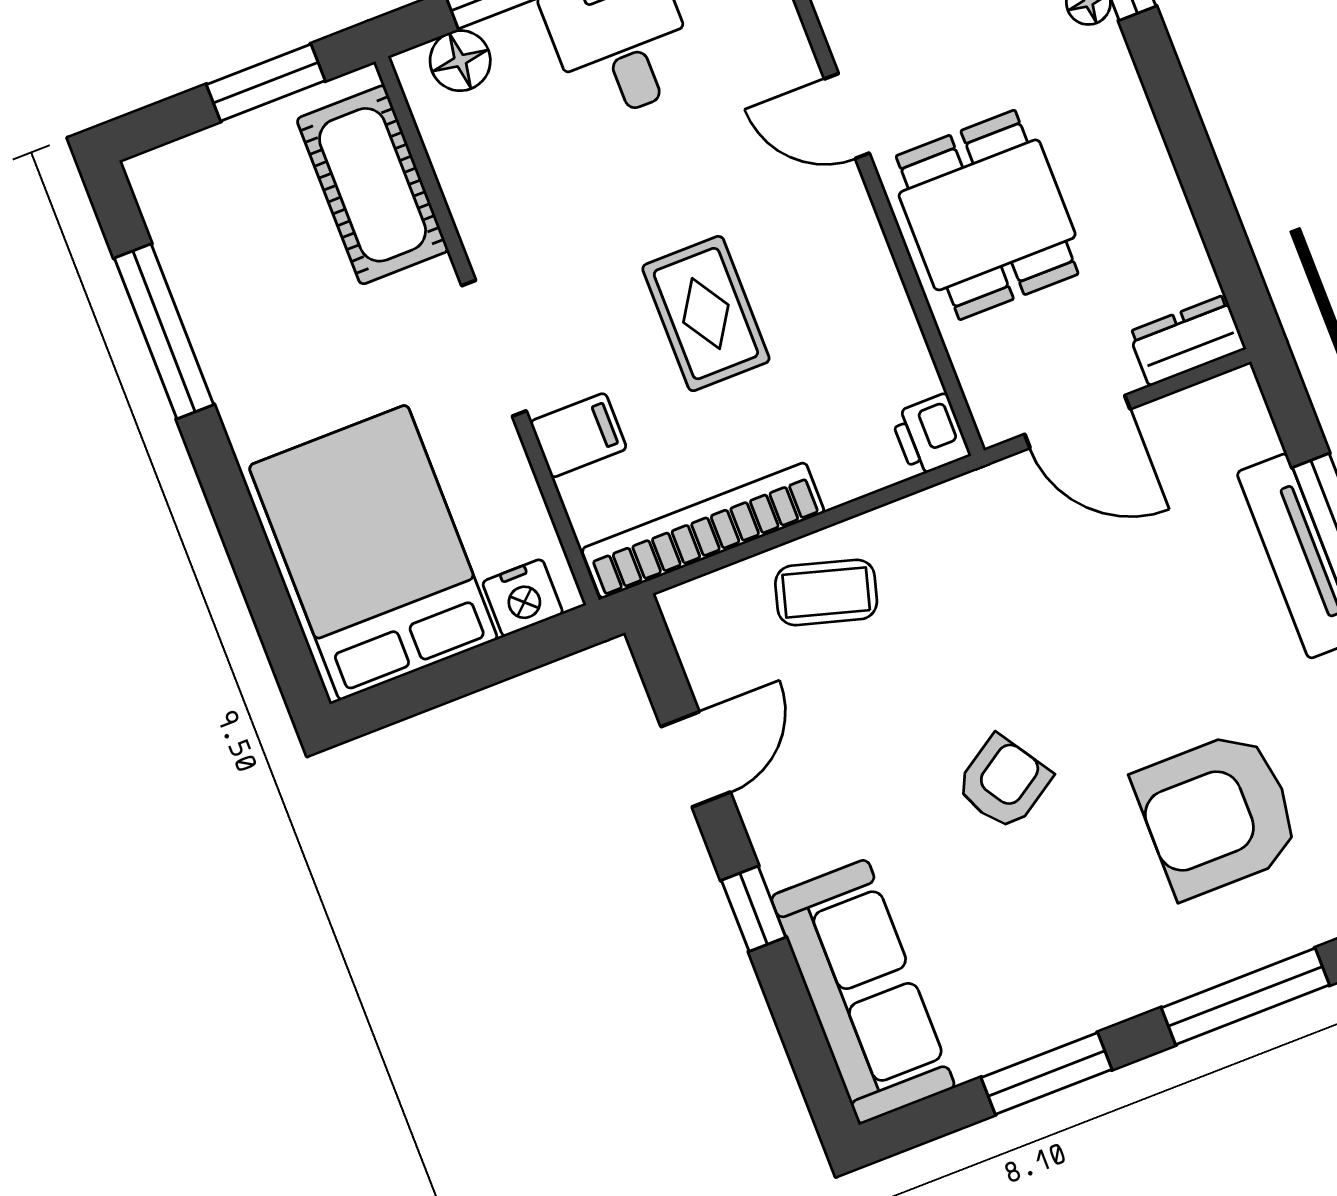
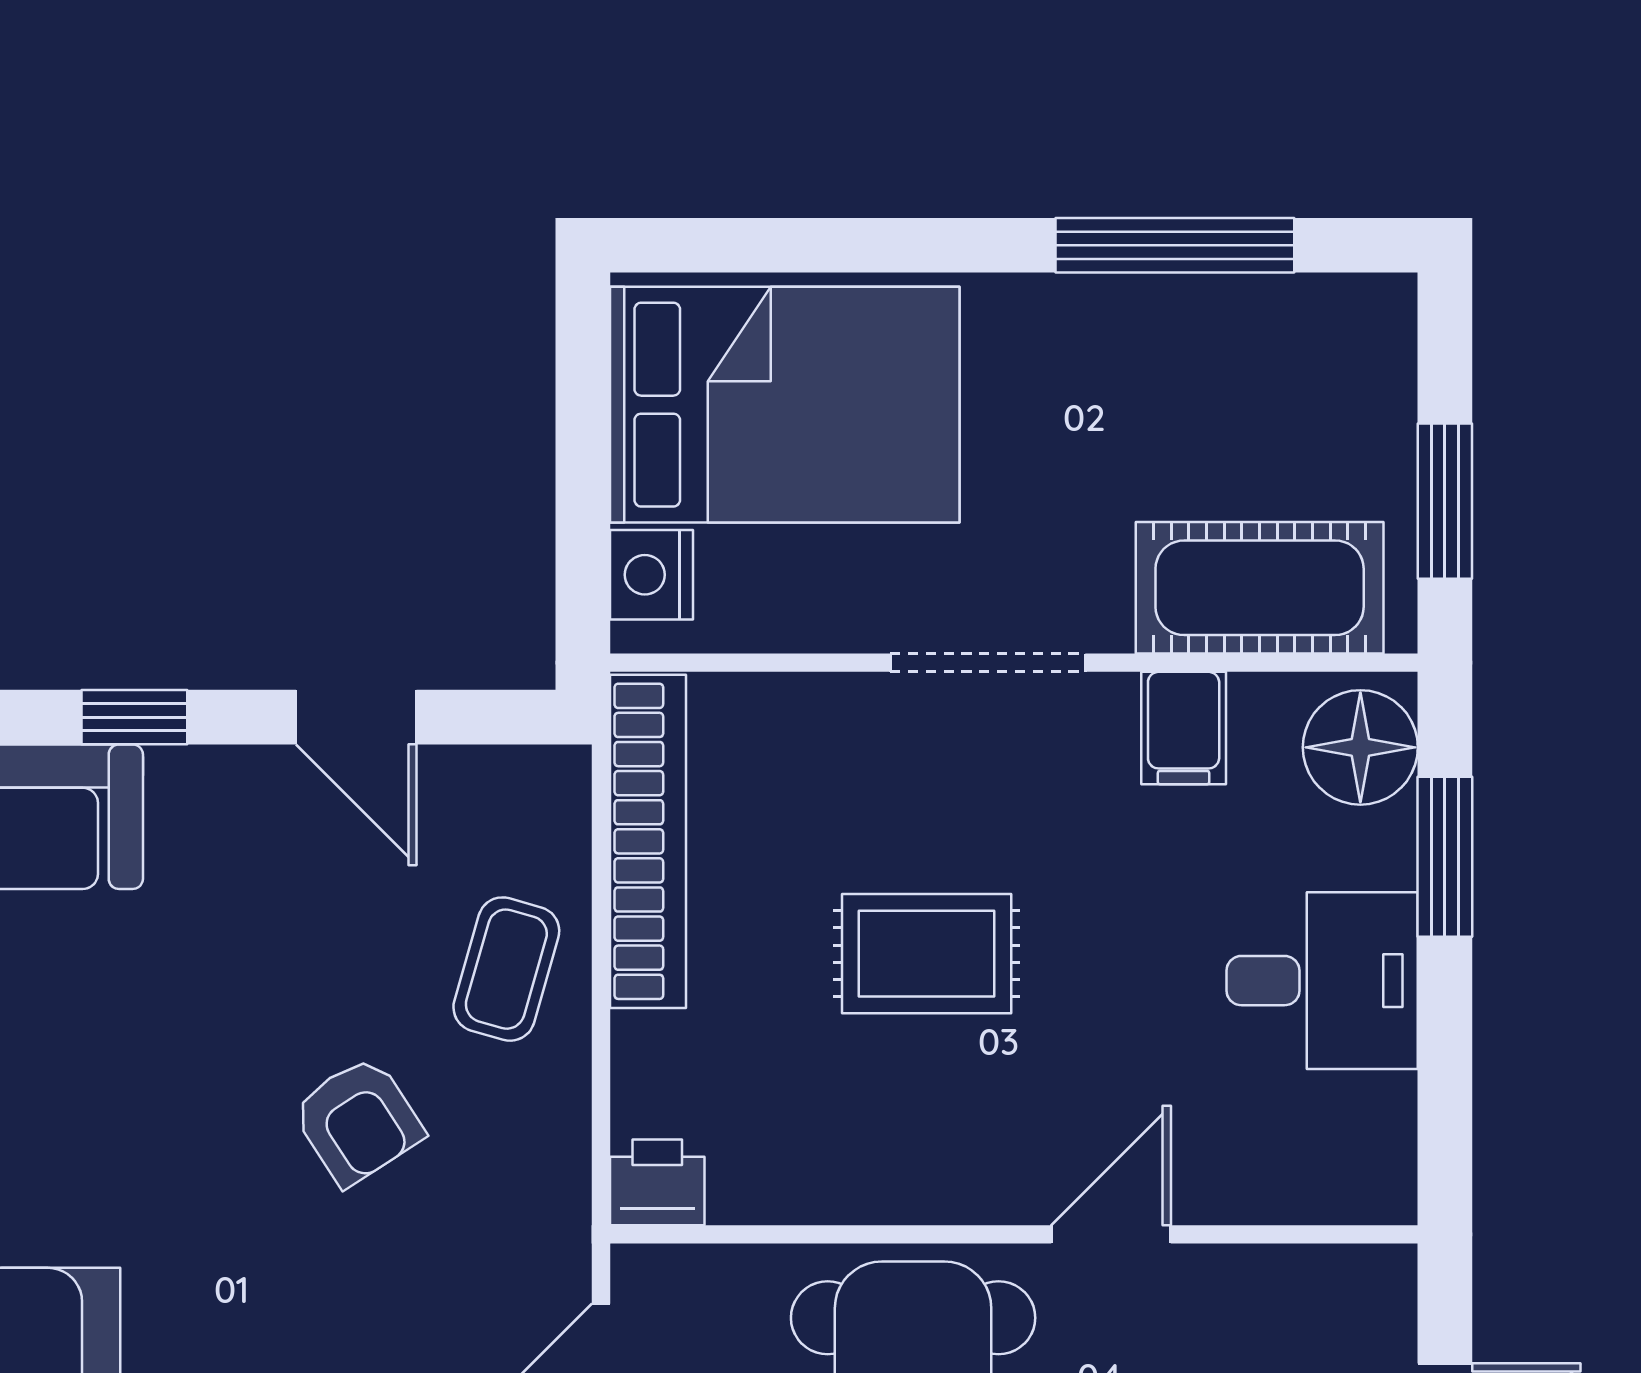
floor lamp: (460, 61) -> (1360, 747), width x1.38, depth x1.38
filing cabinet: (578, 435) -> (1184, 728), moved
armchair: (1004, 783) -> (358, 1121), moved

